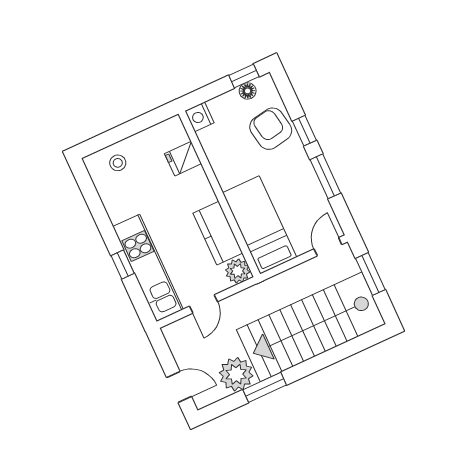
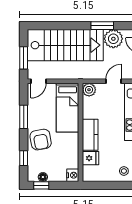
armchair: (271, 129) -> (41, 140), moved
window: (304, 131) -> (24, 158), moved
kitchen counter: (218, 233) -> (90, 135), moved

